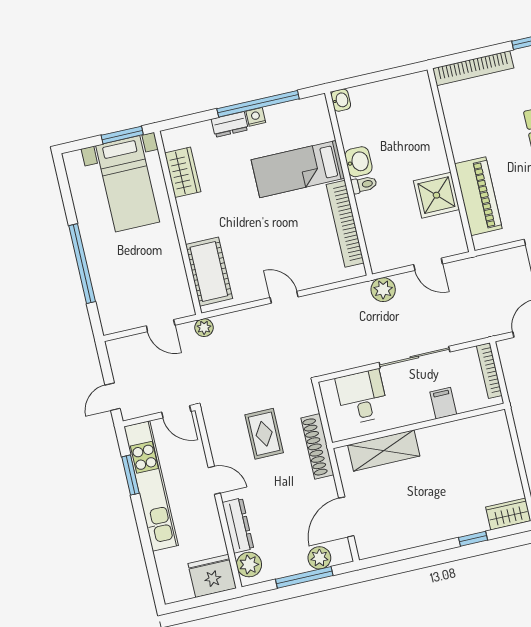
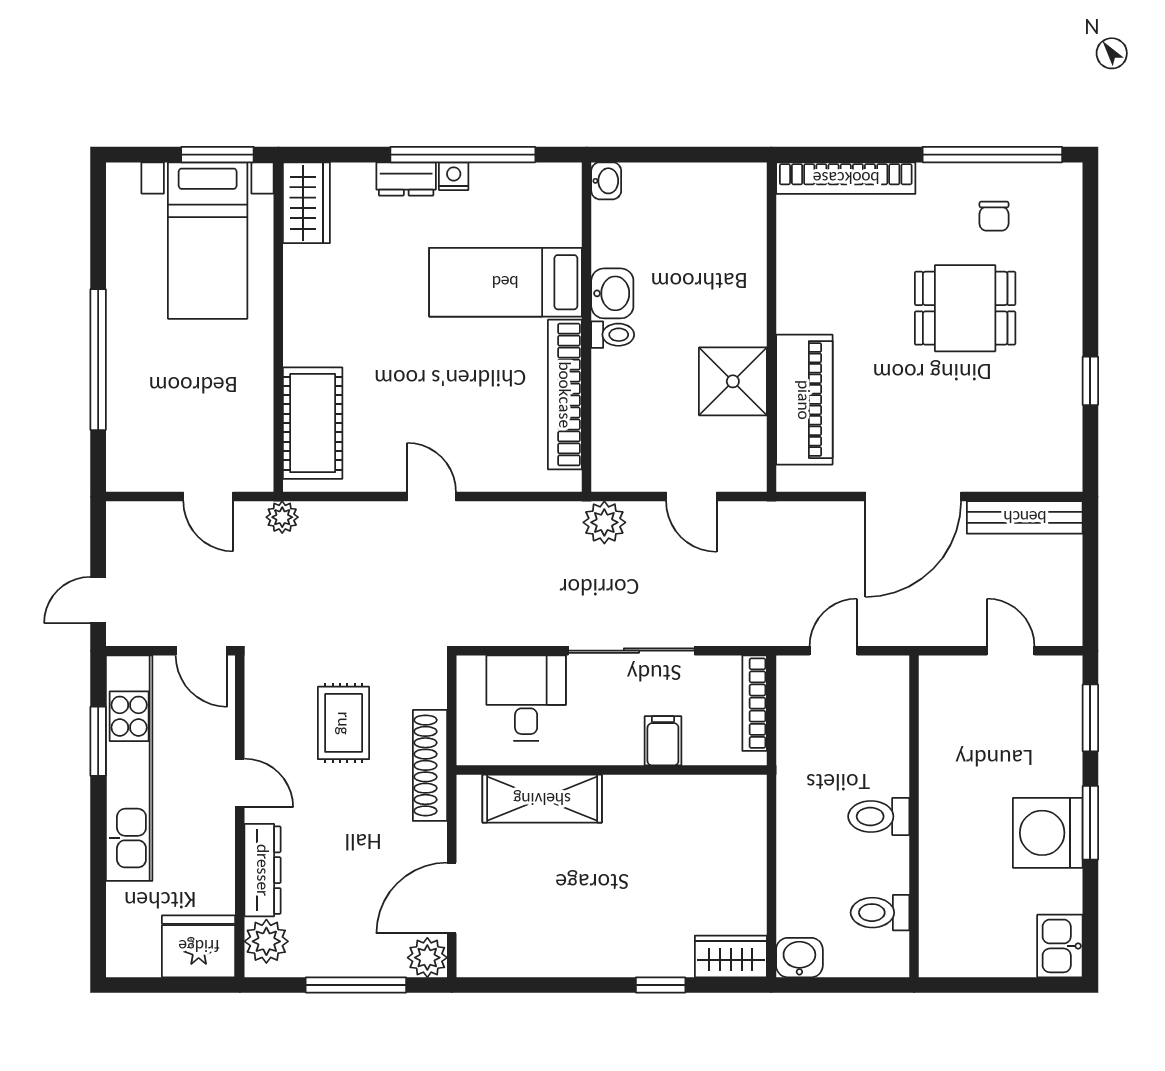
wardrobe: (183, 172) -> (306, 203), moved
plant: (319, 558) -> (427, 958), moved

